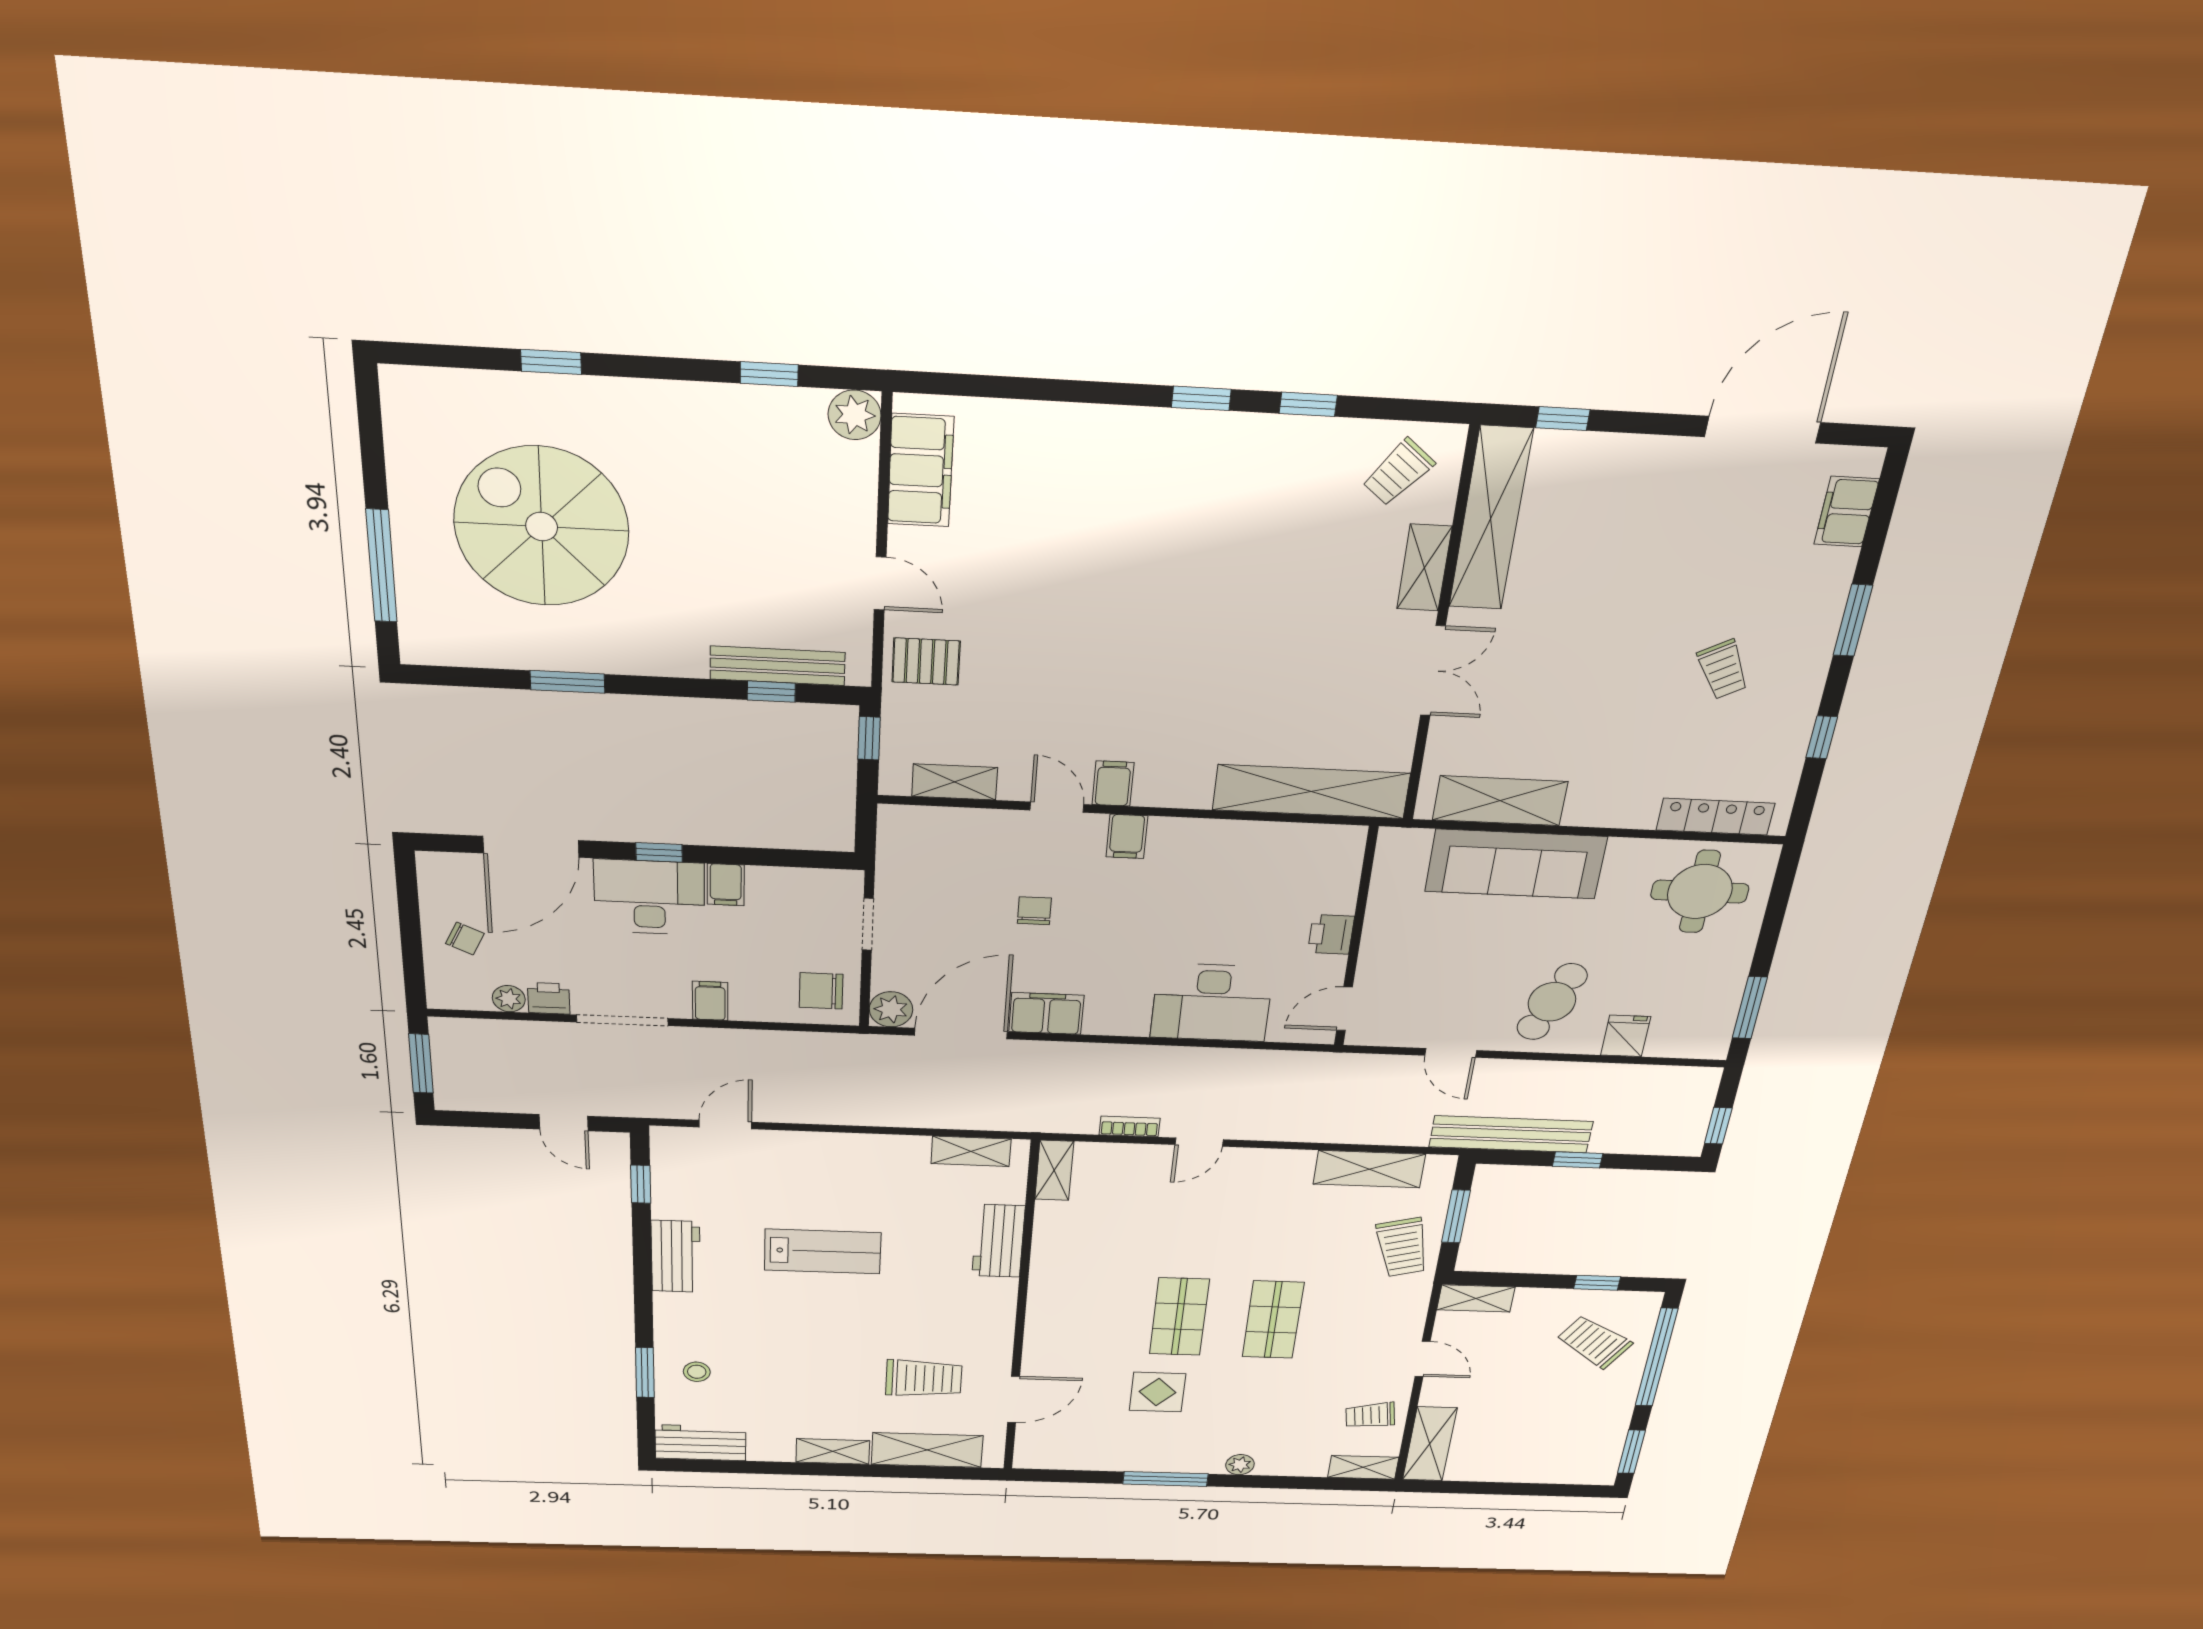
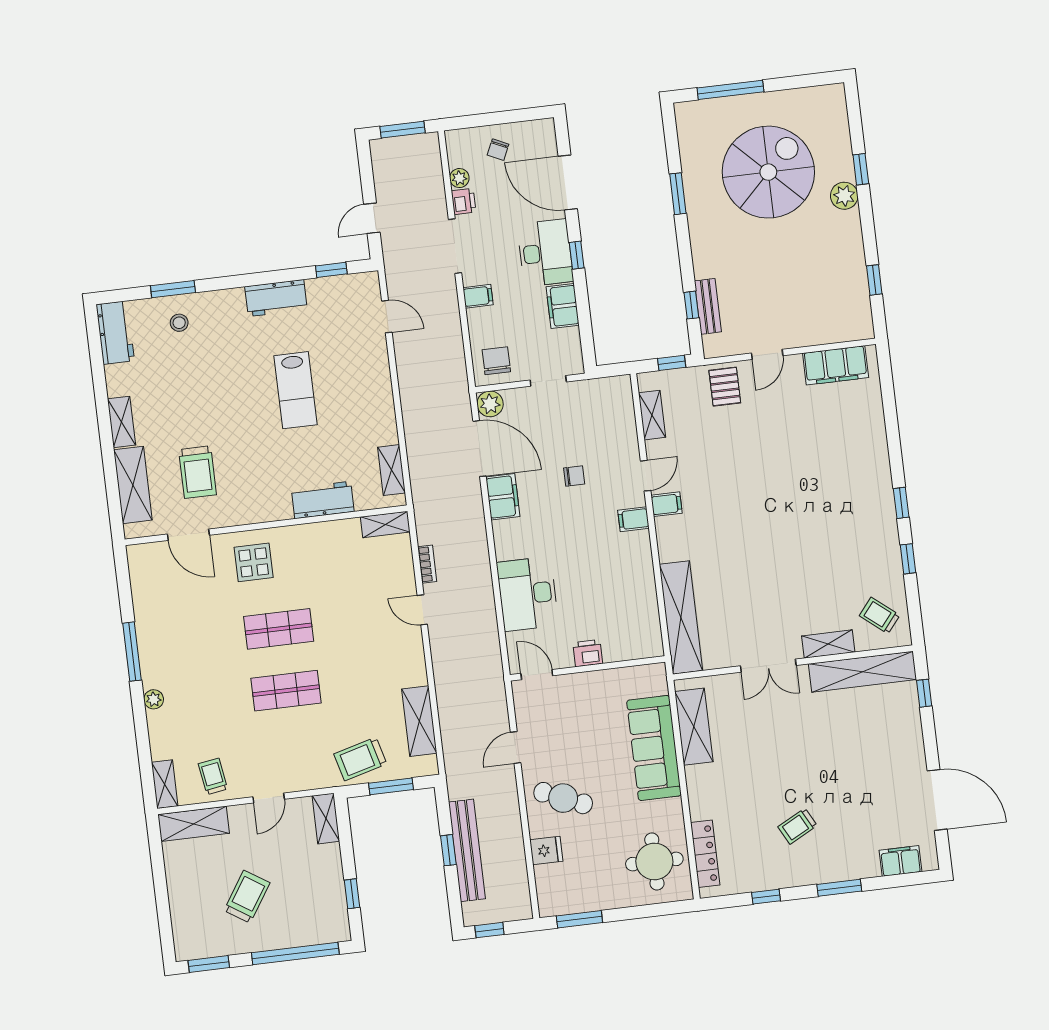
plant: (855, 415) -> (844, 196), moved
bench: (778, 666) -> (708, 306), width x0.73
filing cabinet: (726, 885) -> (563, 306), width x2.00
bench: (1511, 1134) -> (467, 850), moved
trolley: (1594, 1342) -> (247, 897), moved
display table: (1157, 1392) -> (254, 562), moved

